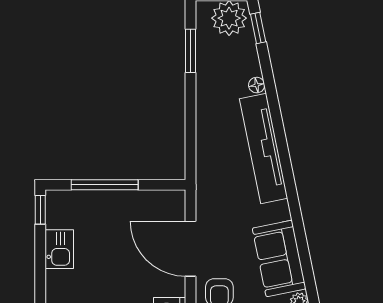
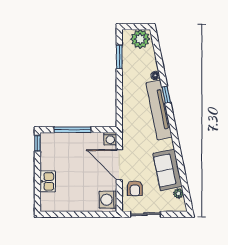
window: (258, 28) -> (166, 95), moved
washing machine: (174, 201) -> (110, 139), added
kitchen sink: (59, 249) -> (48, 181), moved

